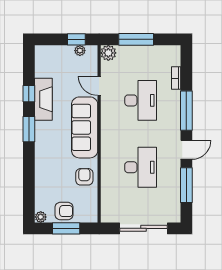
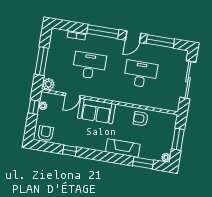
fireplace: (43, 99) -> (123, 148), moved
sofa: (85, 127) -> (97, 111), width x0.73
window: (29, 129) -> (143, 163), moved
door: (186, 150) -> (133, 37), swing flipped
armchair: (64, 211) -> (46, 133), moved

